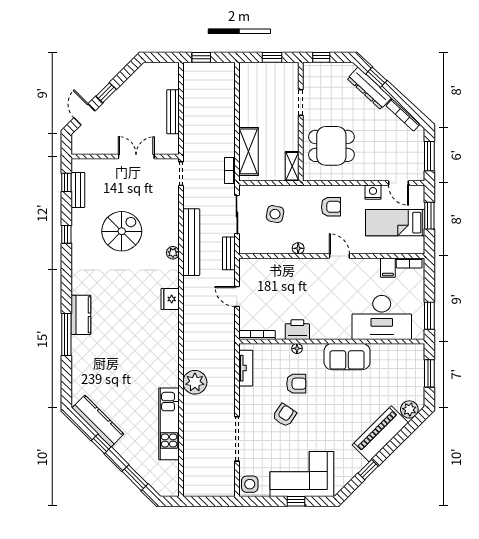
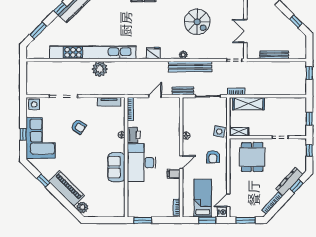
window: (106, 93) -> (296, 21), moved
double door: (136, 157) -> (245, 31), swing flipped
nightstand: (373, 192) -> (222, 212), moved
side table: (275, 214) -> (219, 131), moved
filing cabinet: (388, 268) -> (174, 174), moved
desk: (382, 317) -> (142, 163), moved
window: (429, 373) -> (105, 220), removed
armchair: (296, 384) -> (99, 134), removed
kitchen unit: (169, 424) -> (93, 52), width x1.86

